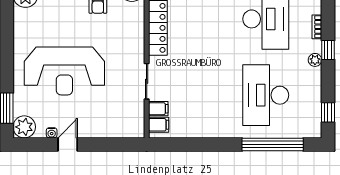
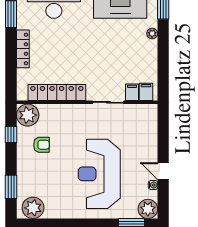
reception desk: (64, 71) -> (99, 174), turned 180
plant: (226, 132) -> (152, 33), added

